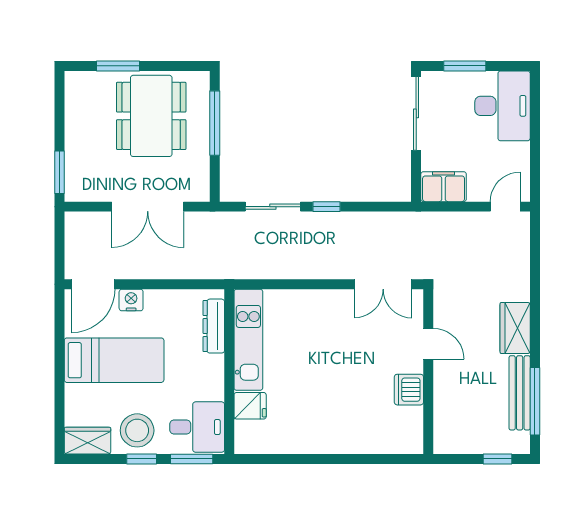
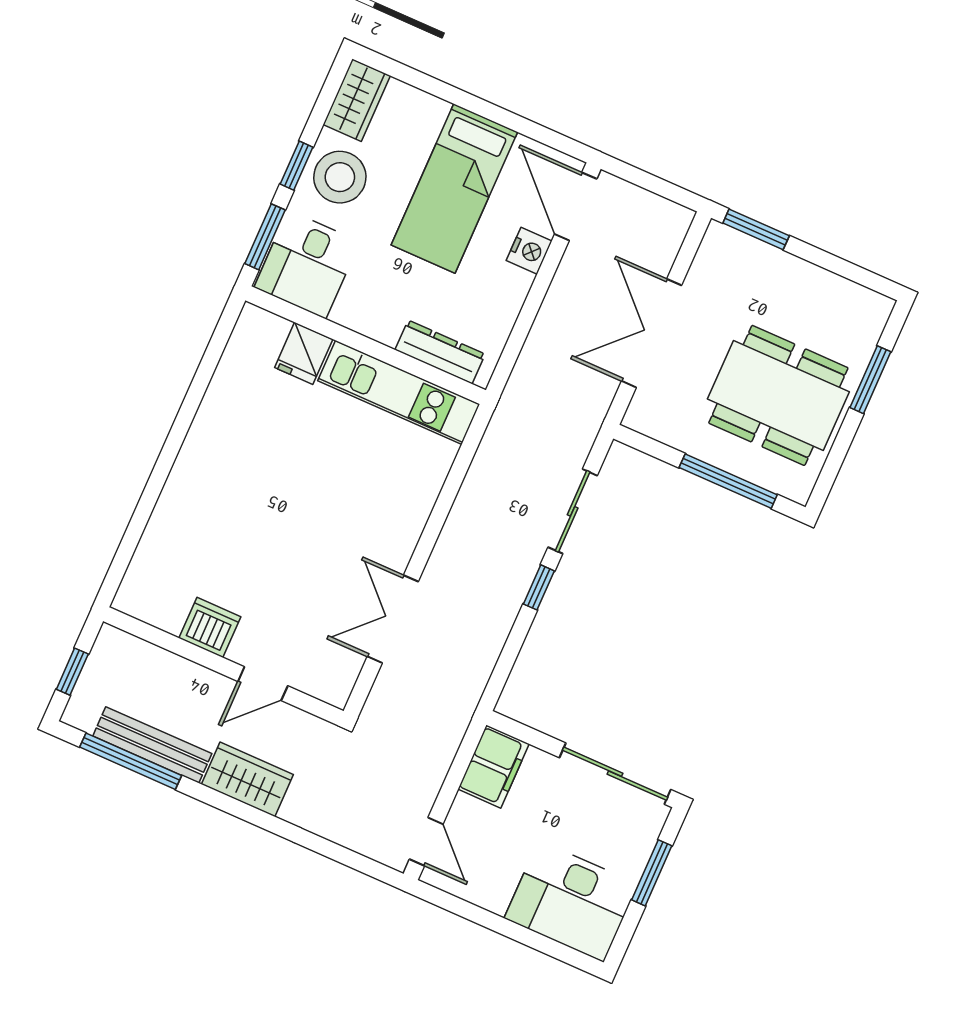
door: (428, 344) -> (263, 684), moved
wall: (428, 372) -> (223, 666), moved
dishwasher: (409, 390) -> (210, 627), moved

